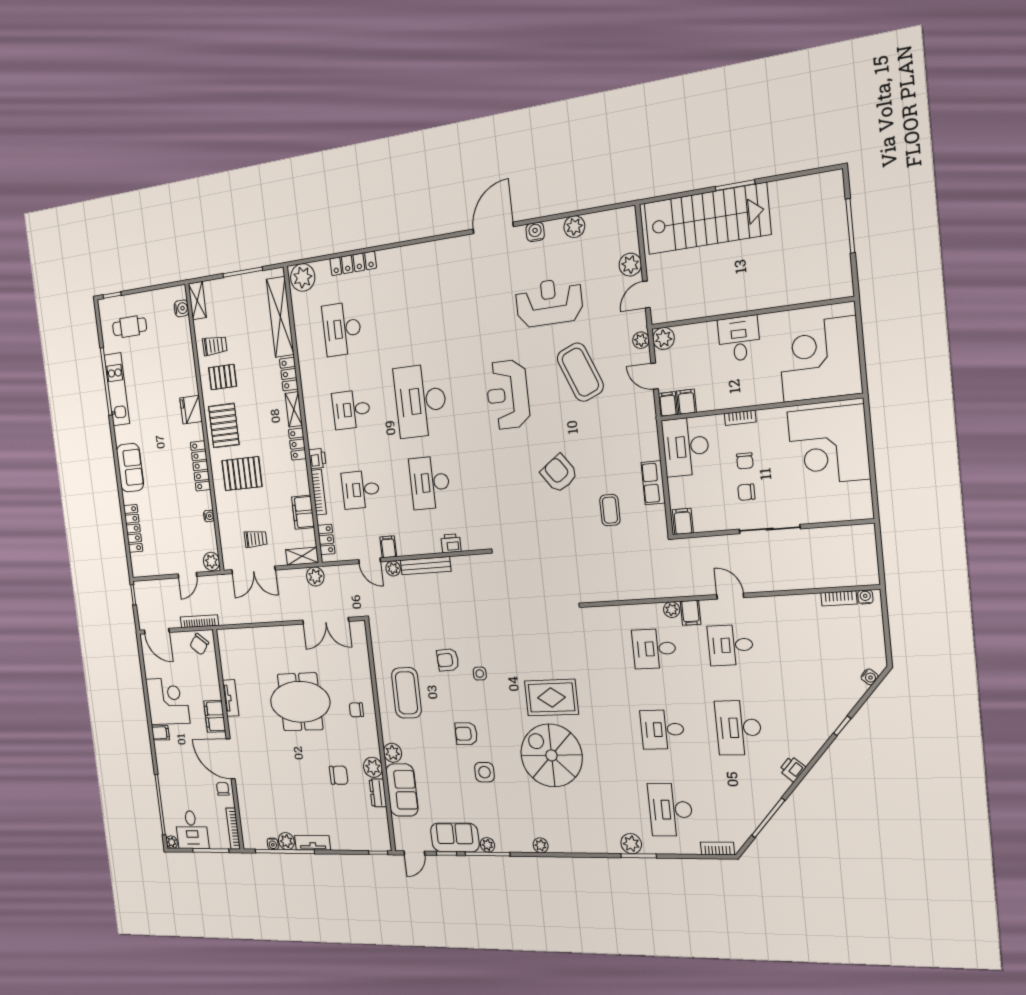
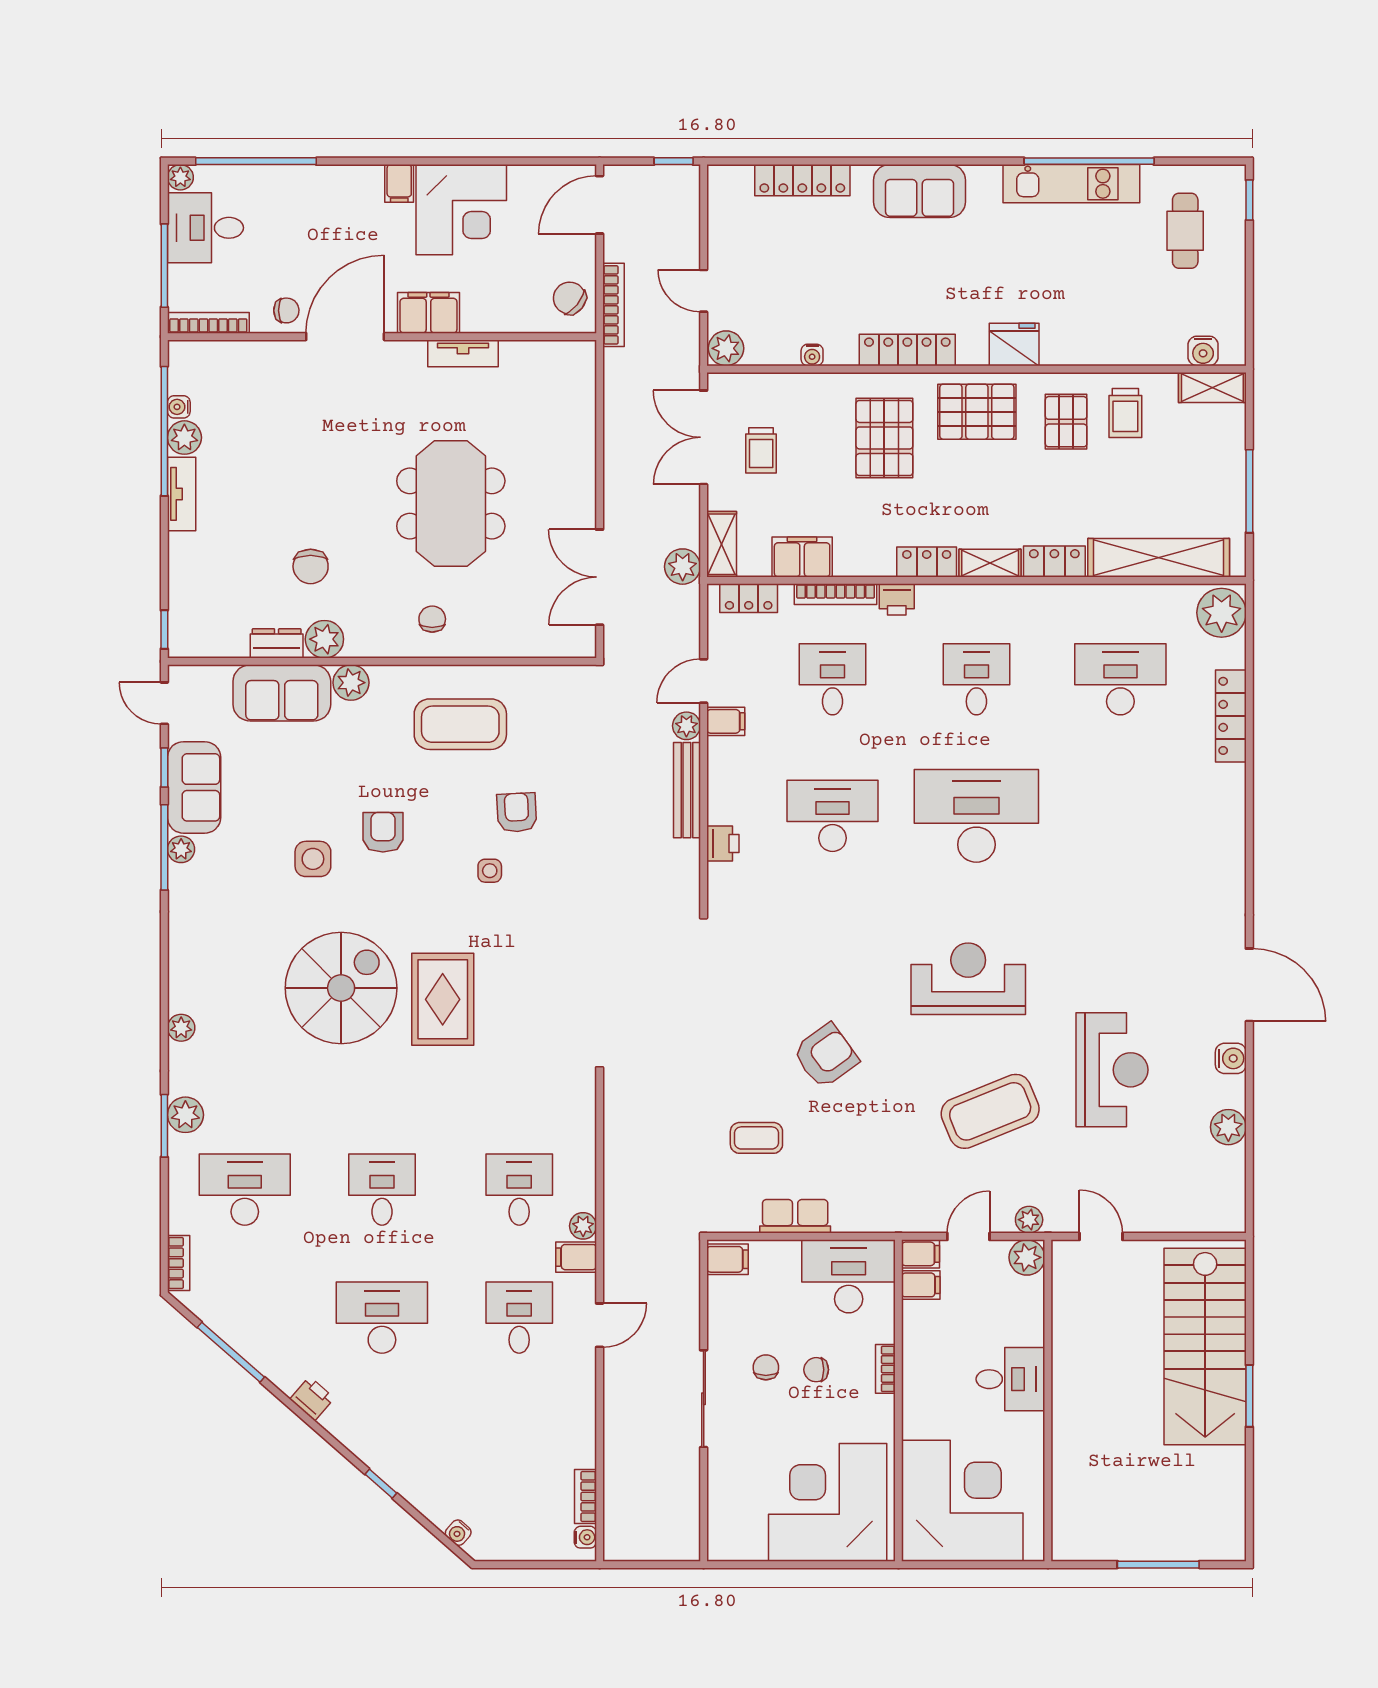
plant: (630, 265) -> (1153, 1215), removed
plant: (541, 845) -> (181, 1028), moved

